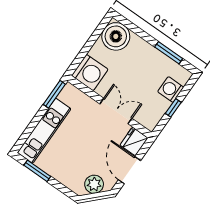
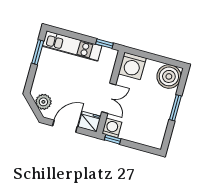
window: (169, 53) -> (175, 108), moved
washing machine: (171, 89) -> (112, 128), moved
window: (54, 94) -> (104, 44), width x0.67
window: (173, 108) -> (113, 139), moved

